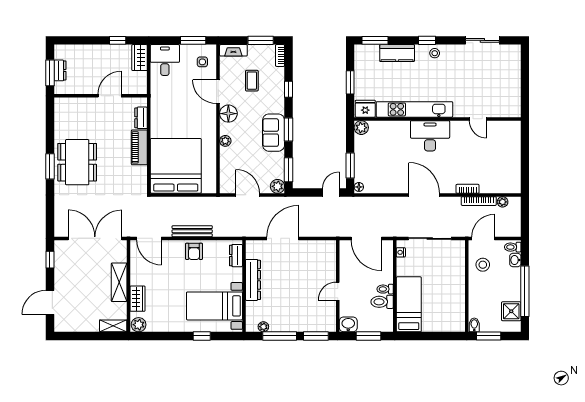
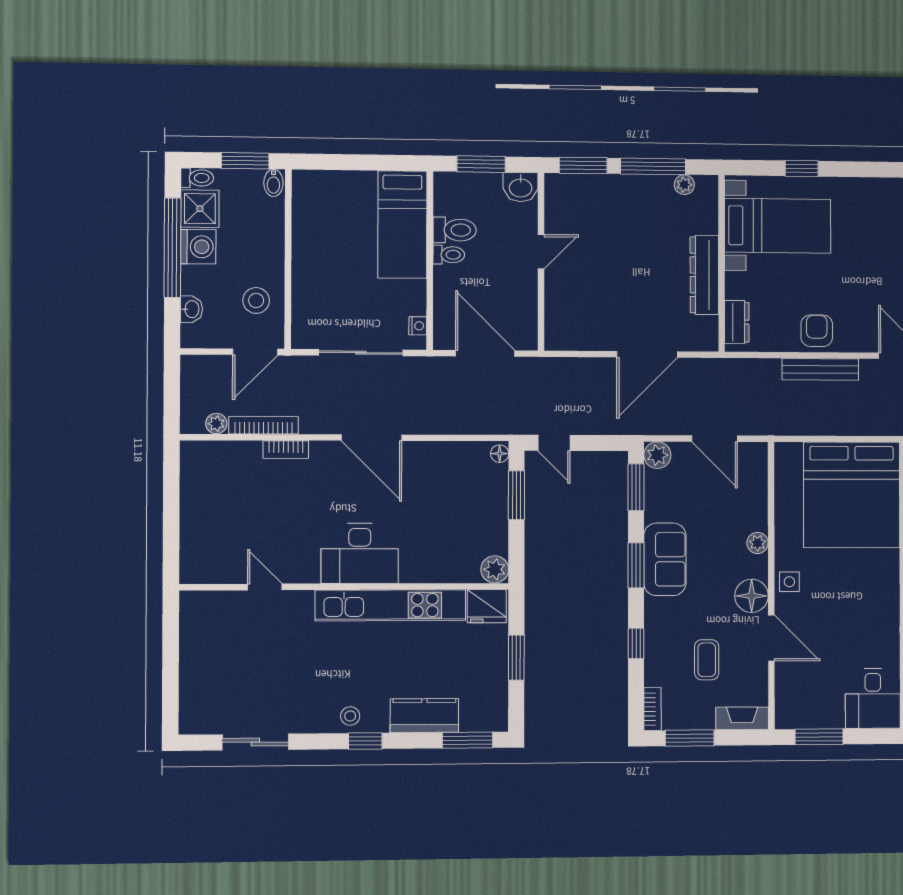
side table: (202, 62) -> (789, 582), moved
door: (331, 193) -> (554, 443), hinge flipped
toilet: (513, 247) -> (197, 178), moved
washing machine: (512, 292) -> (198, 247), added

